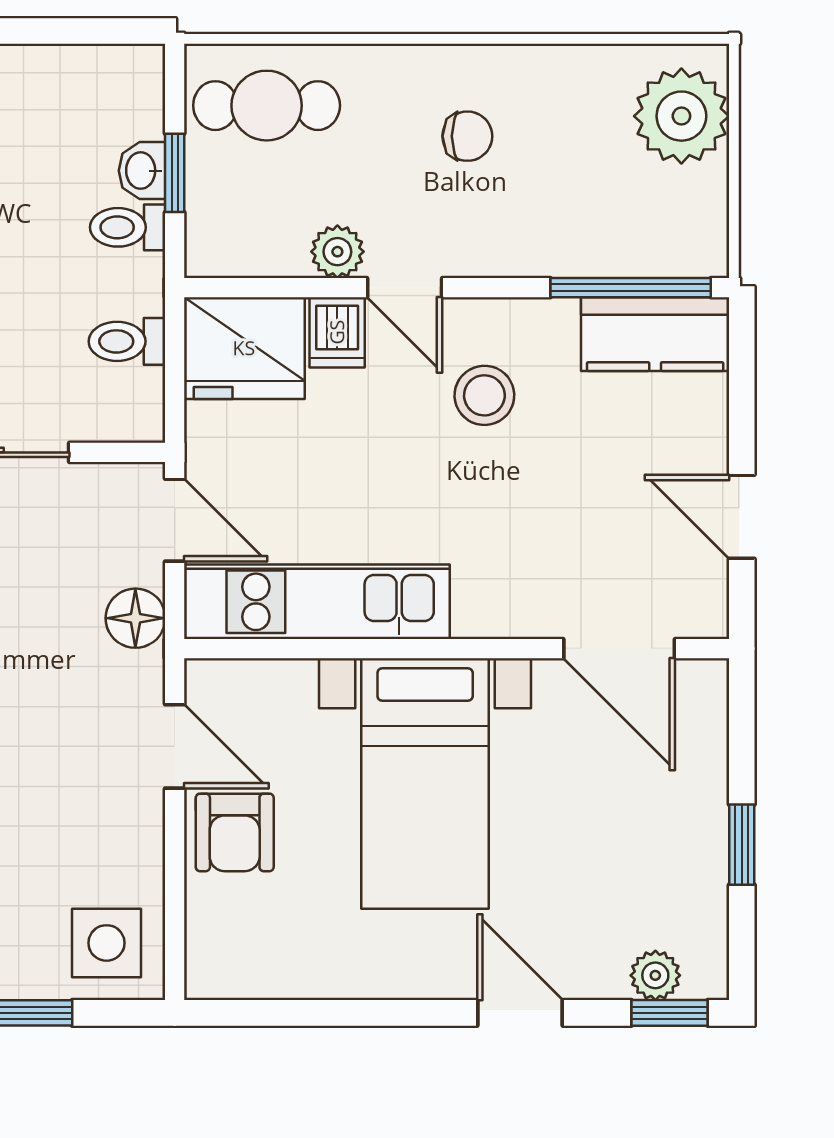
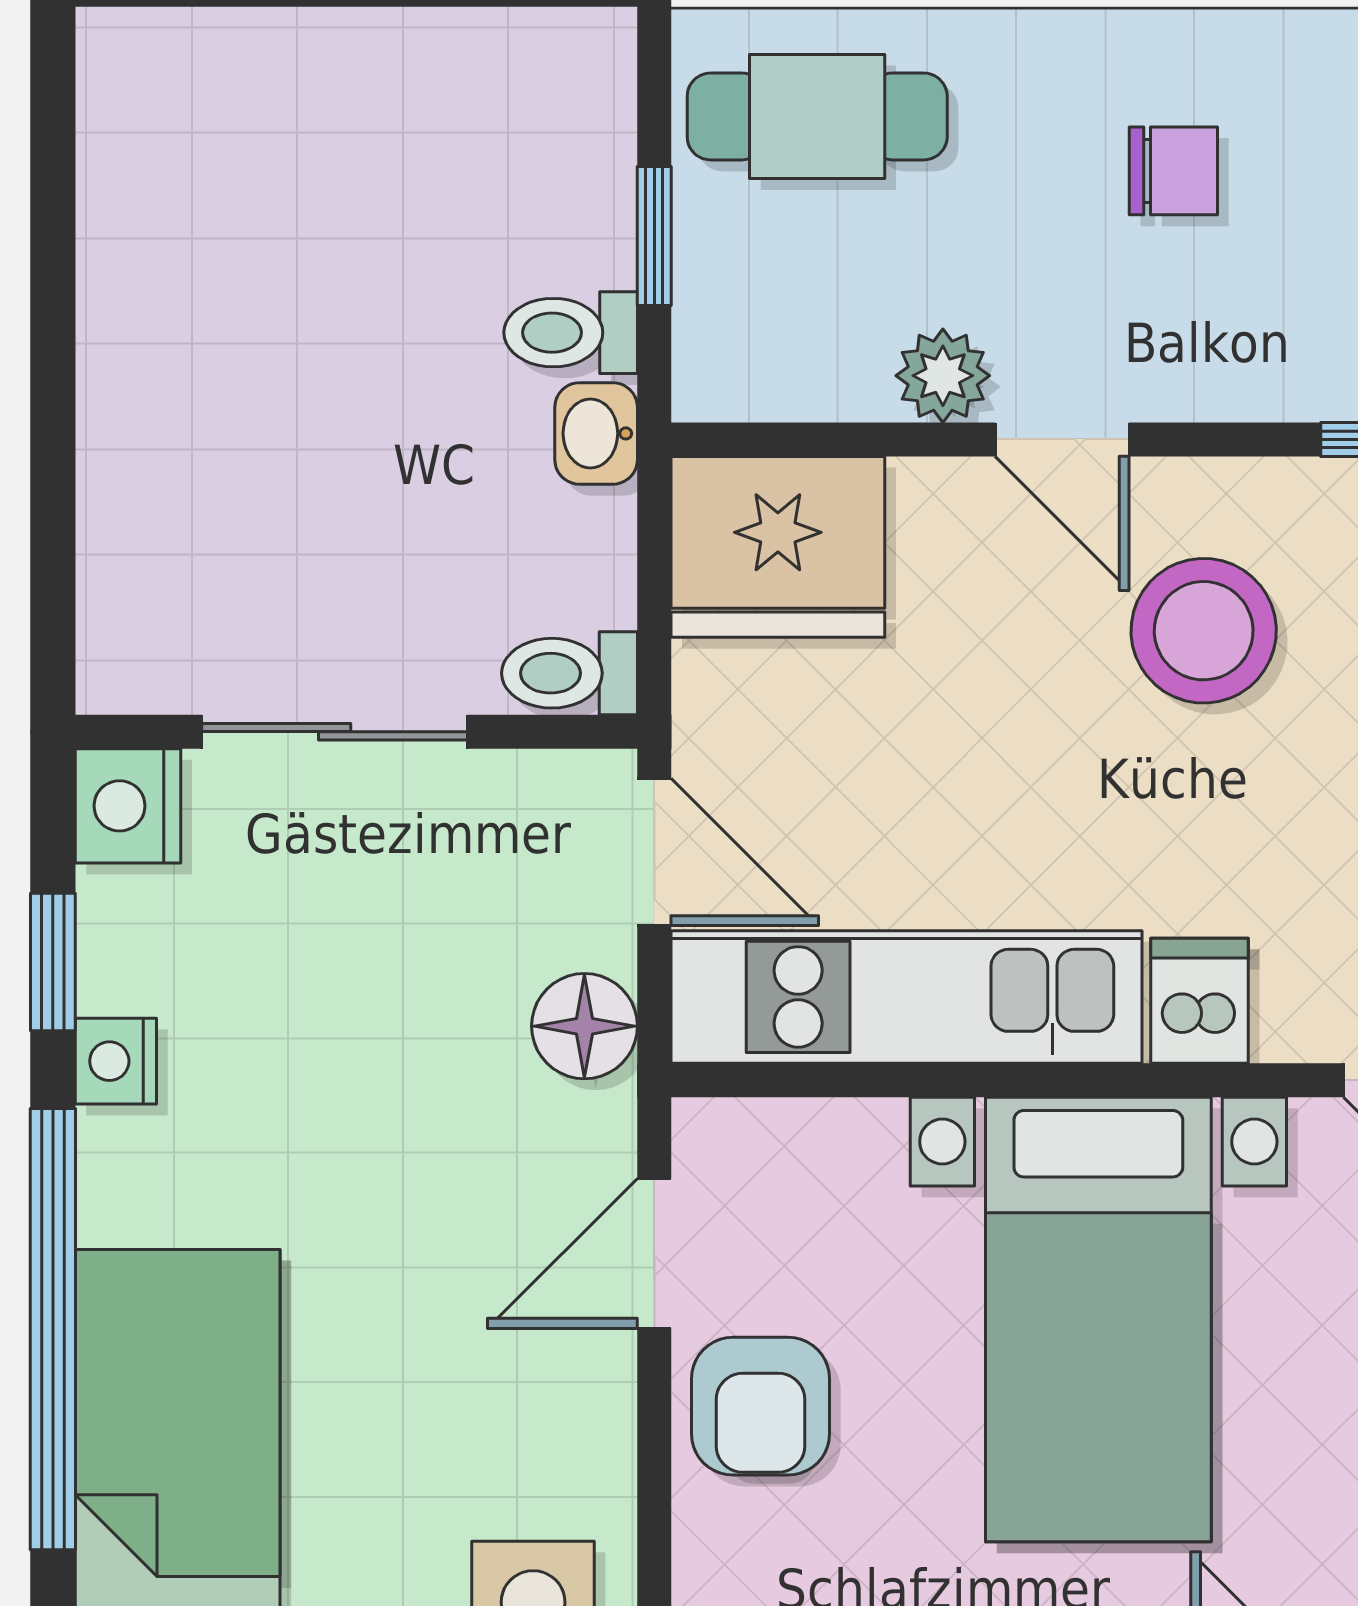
washbasin: (142, 171) -> (596, 433), moved
dishwasher: (337, 332) -> (1199, 1001), moved, turned 180
toilet: (127, 341) -> (569, 673), moved
stool: (484, 395) -> (1204, 631), width x1.38, depth x1.38
door: (175, 746) -> (654, 1254), swing flipped

